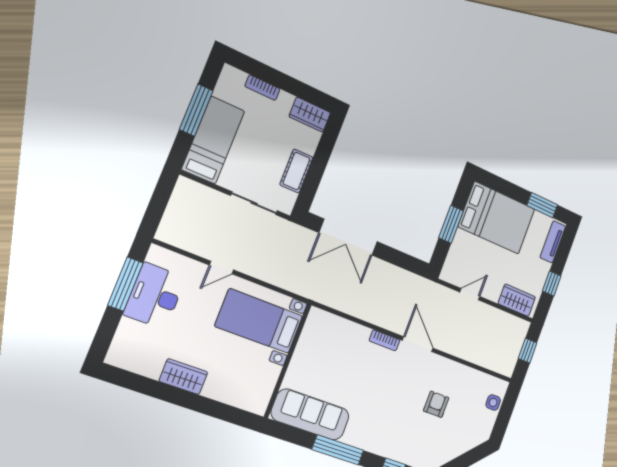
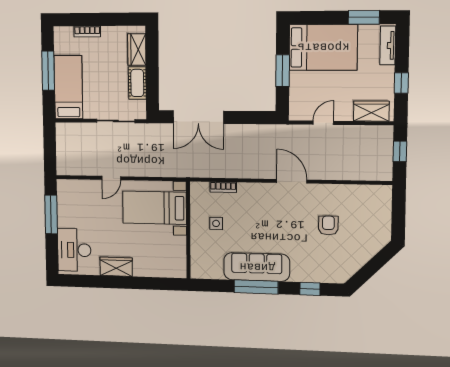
wardrobe: (310, 115) -> (137, 49), moved, turned 90
desk: (155, 296) -> (74, 250), moved
bookcase: (385, 340) -> (223, 187), moved
side table: (493, 402) -> (216, 223), moved
sofa: (310, 415) -> (257, 267), moved

